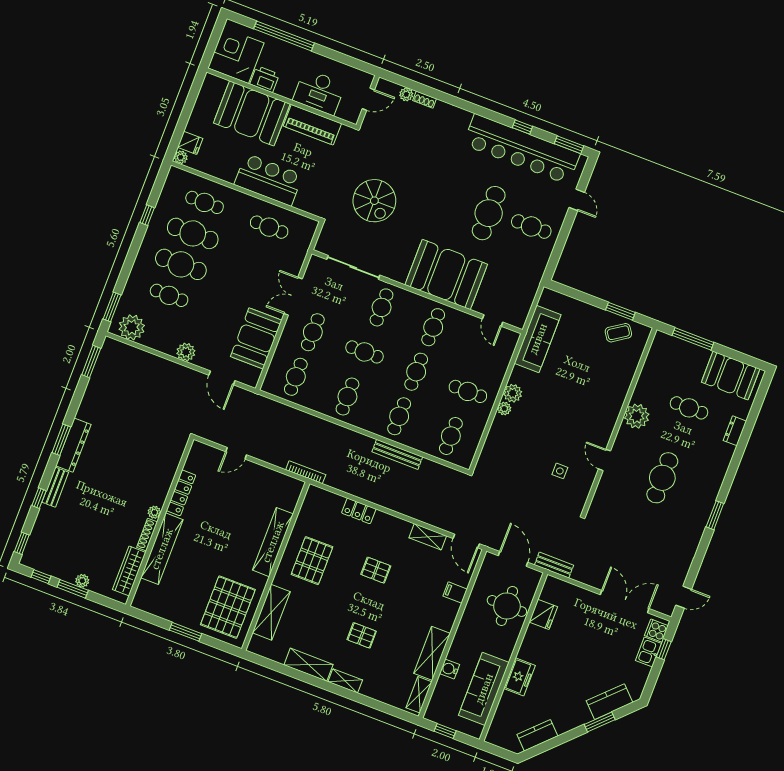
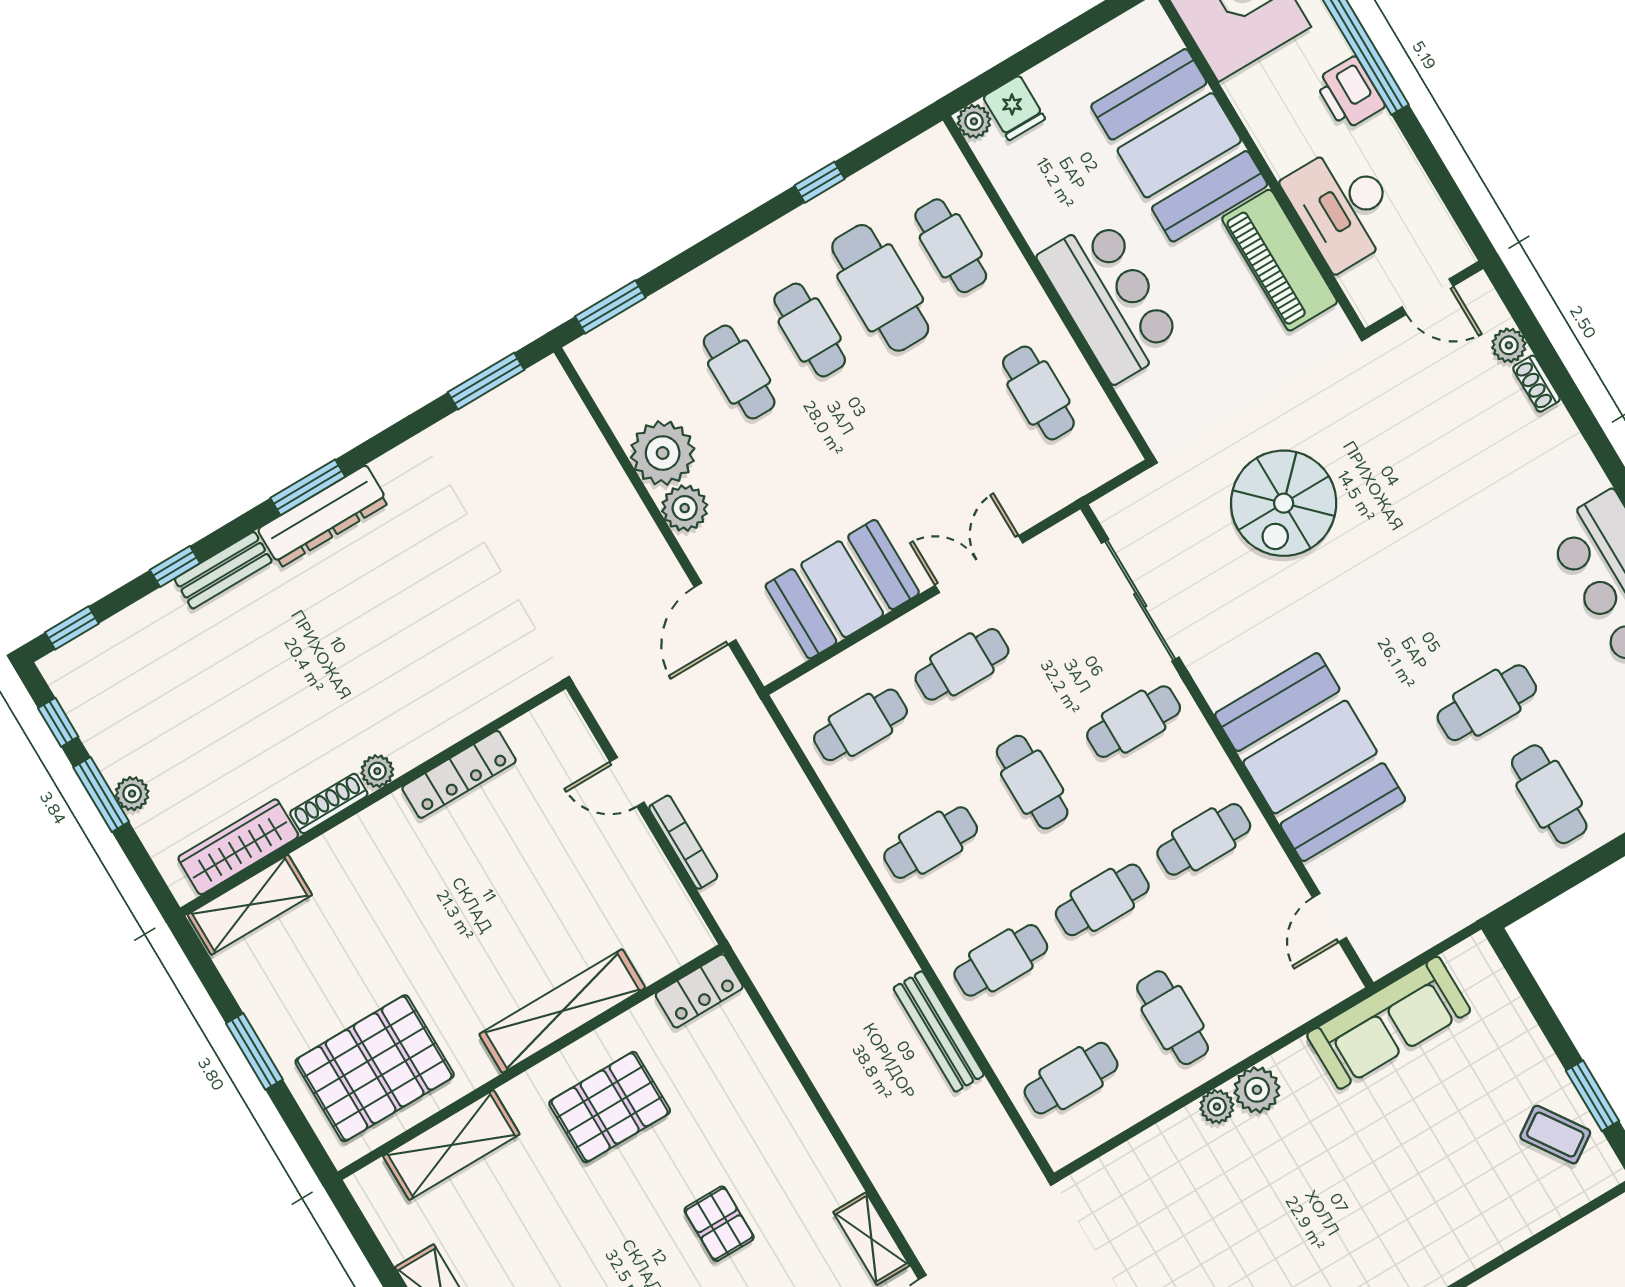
printer: (265, 79) -> (1350, 93), moved, turned 180
cafe table: (489, 213) -> (1487, 703), width x0.73, depth x0.74
cafe table: (181, 264) -> (810, 330), width x0.73, depth x0.74
plant: (132, 327) -> (663, 453), moved
bookcase: (306, 472) -> (683, 842), moved
locker: (359, 511) -> (699, 991), moved, turned -90
shelving: (162, 549) -> (250, 905), moved, width x0.68

